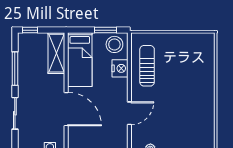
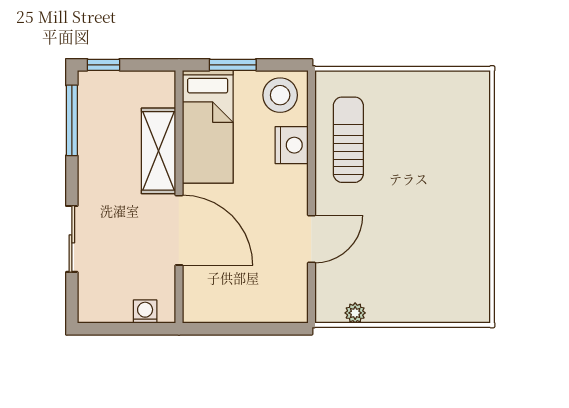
window: (106, 30) -> (233, 65), moved
shelving: (56, 53) -> (159, 151), moved
window: (15, 69) -> (72, 120), moved

